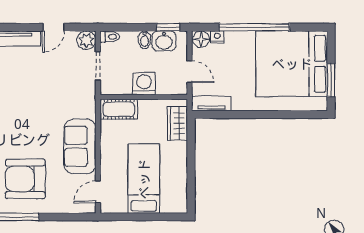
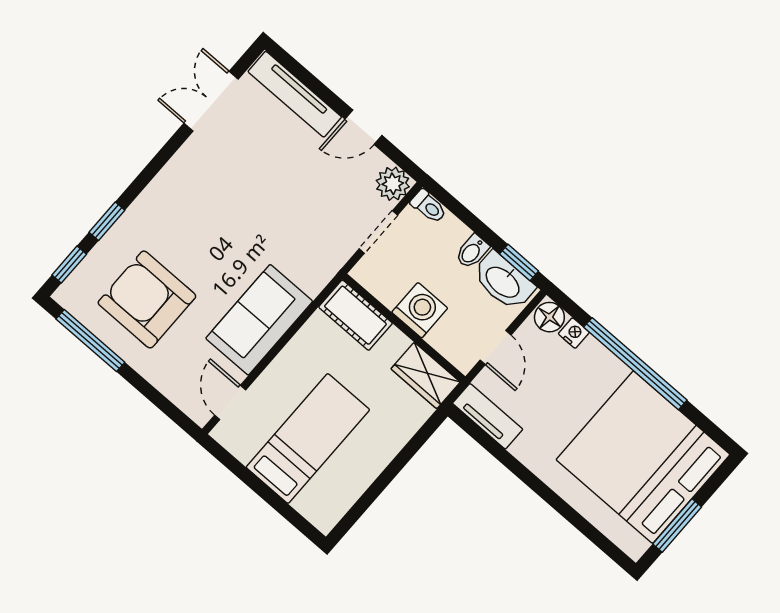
washbasin: (164, 41) -> (503, 281), width x1.38
wardrobe: (177, 123) -> (426, 375), moved, turned -90
door: (98, 192) -> (230, 402), hinge flipped

